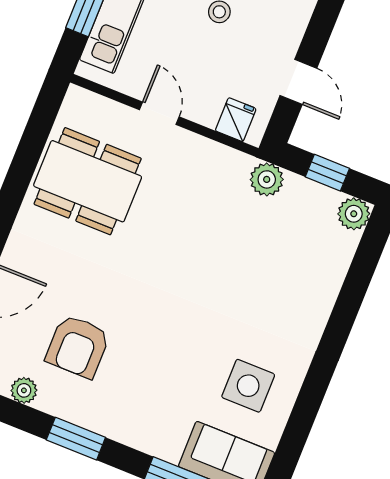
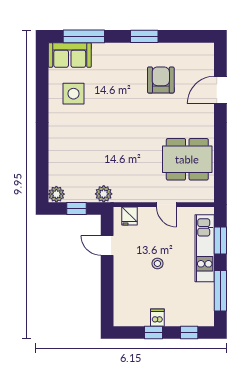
plant: (24, 390) -> (178, 49), removed

